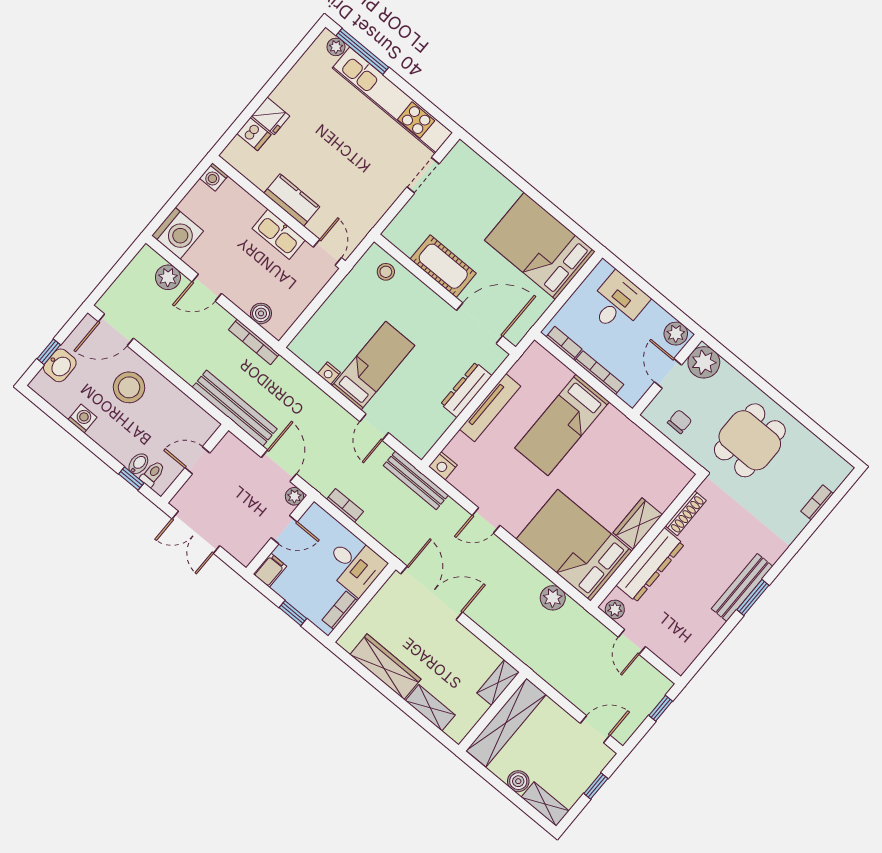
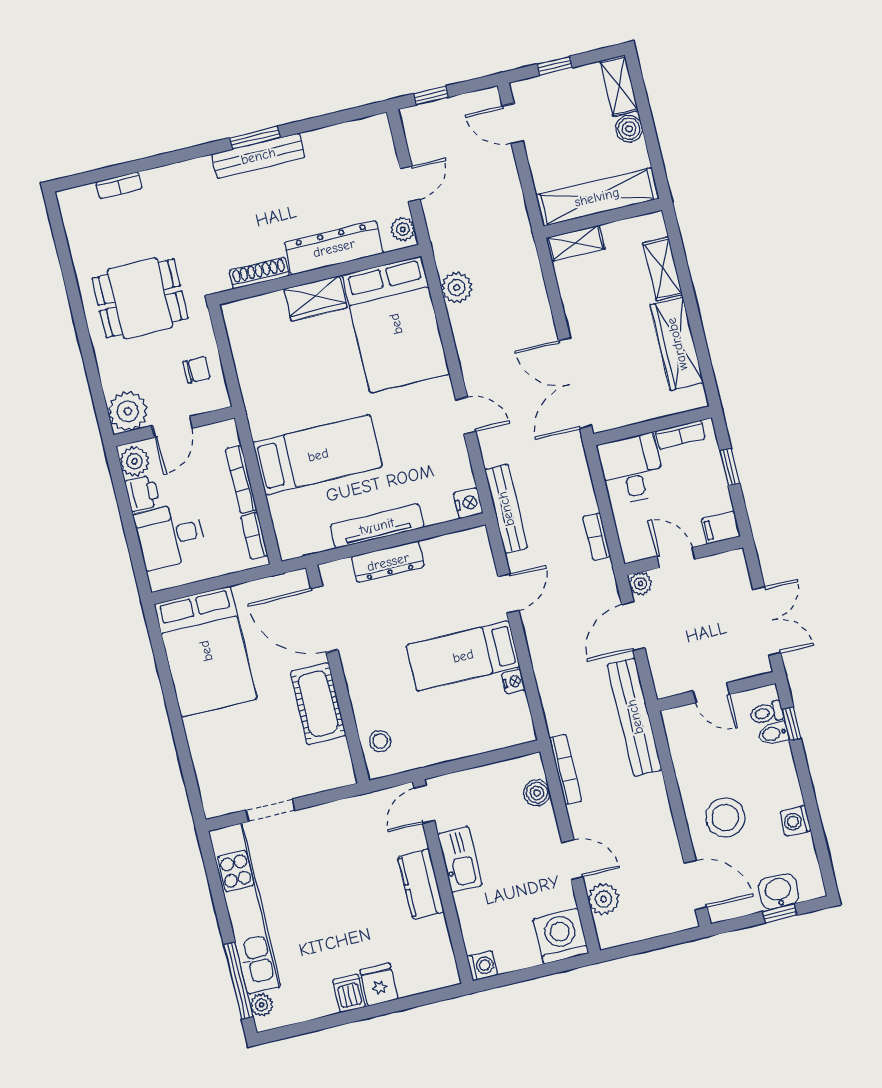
dishwasher: (254, 134) -> (349, 993), moved
printer: (656, 317) -> (142, 493), added
chair: (680, 422) -> (197, 370), turned 180

